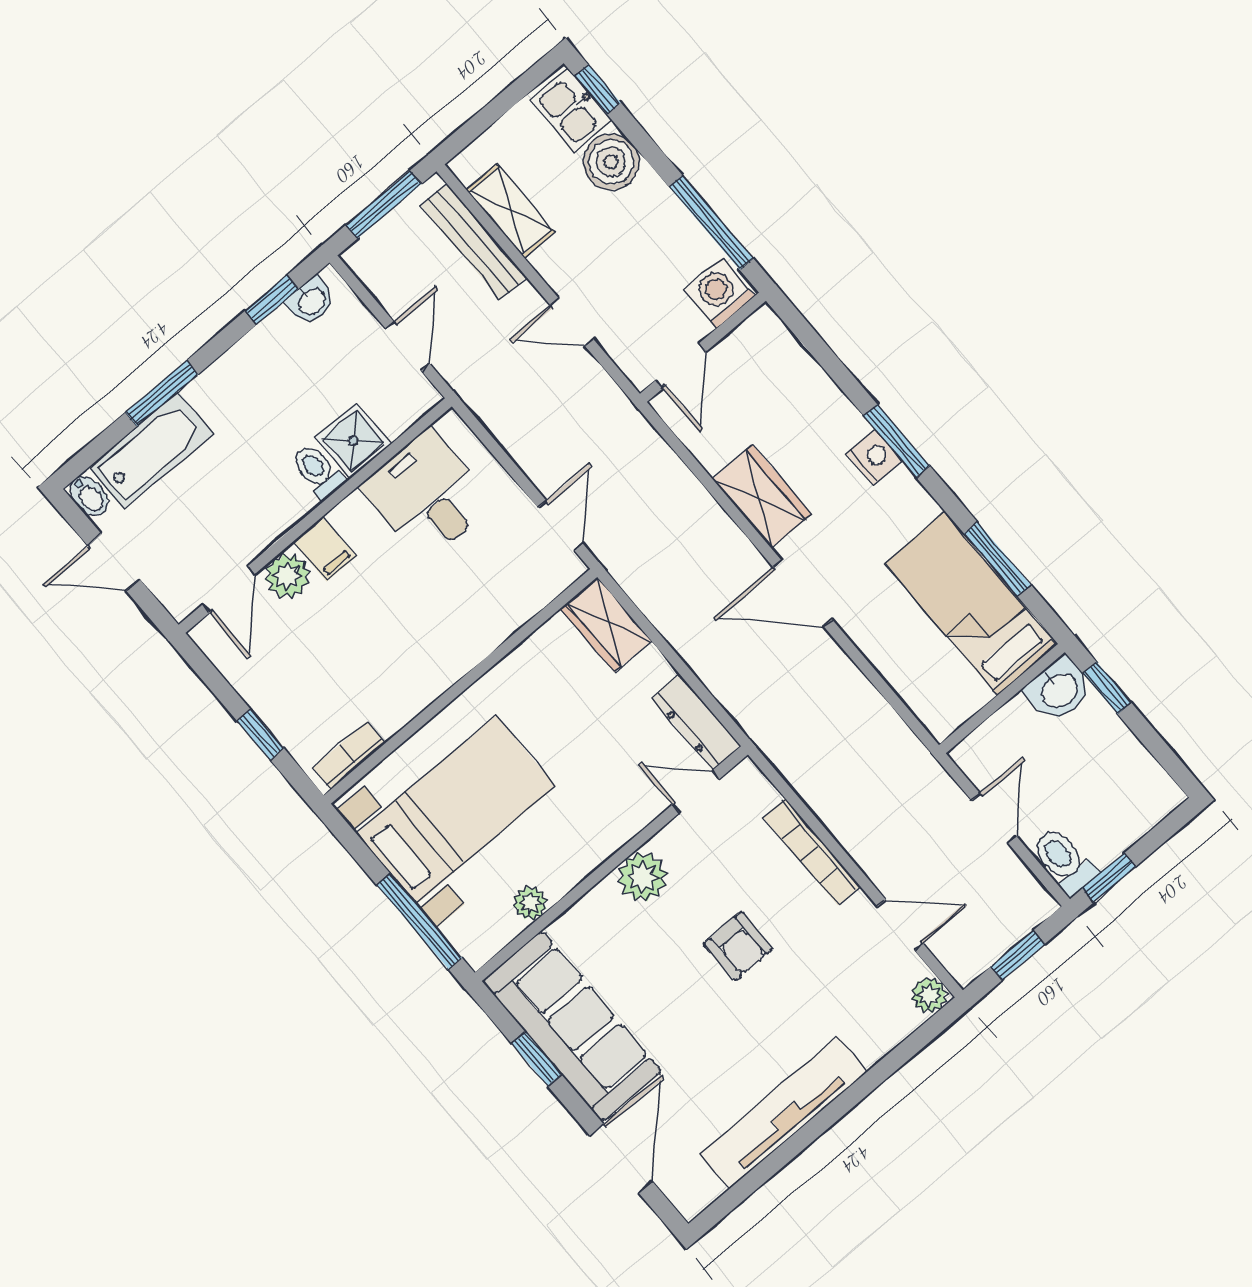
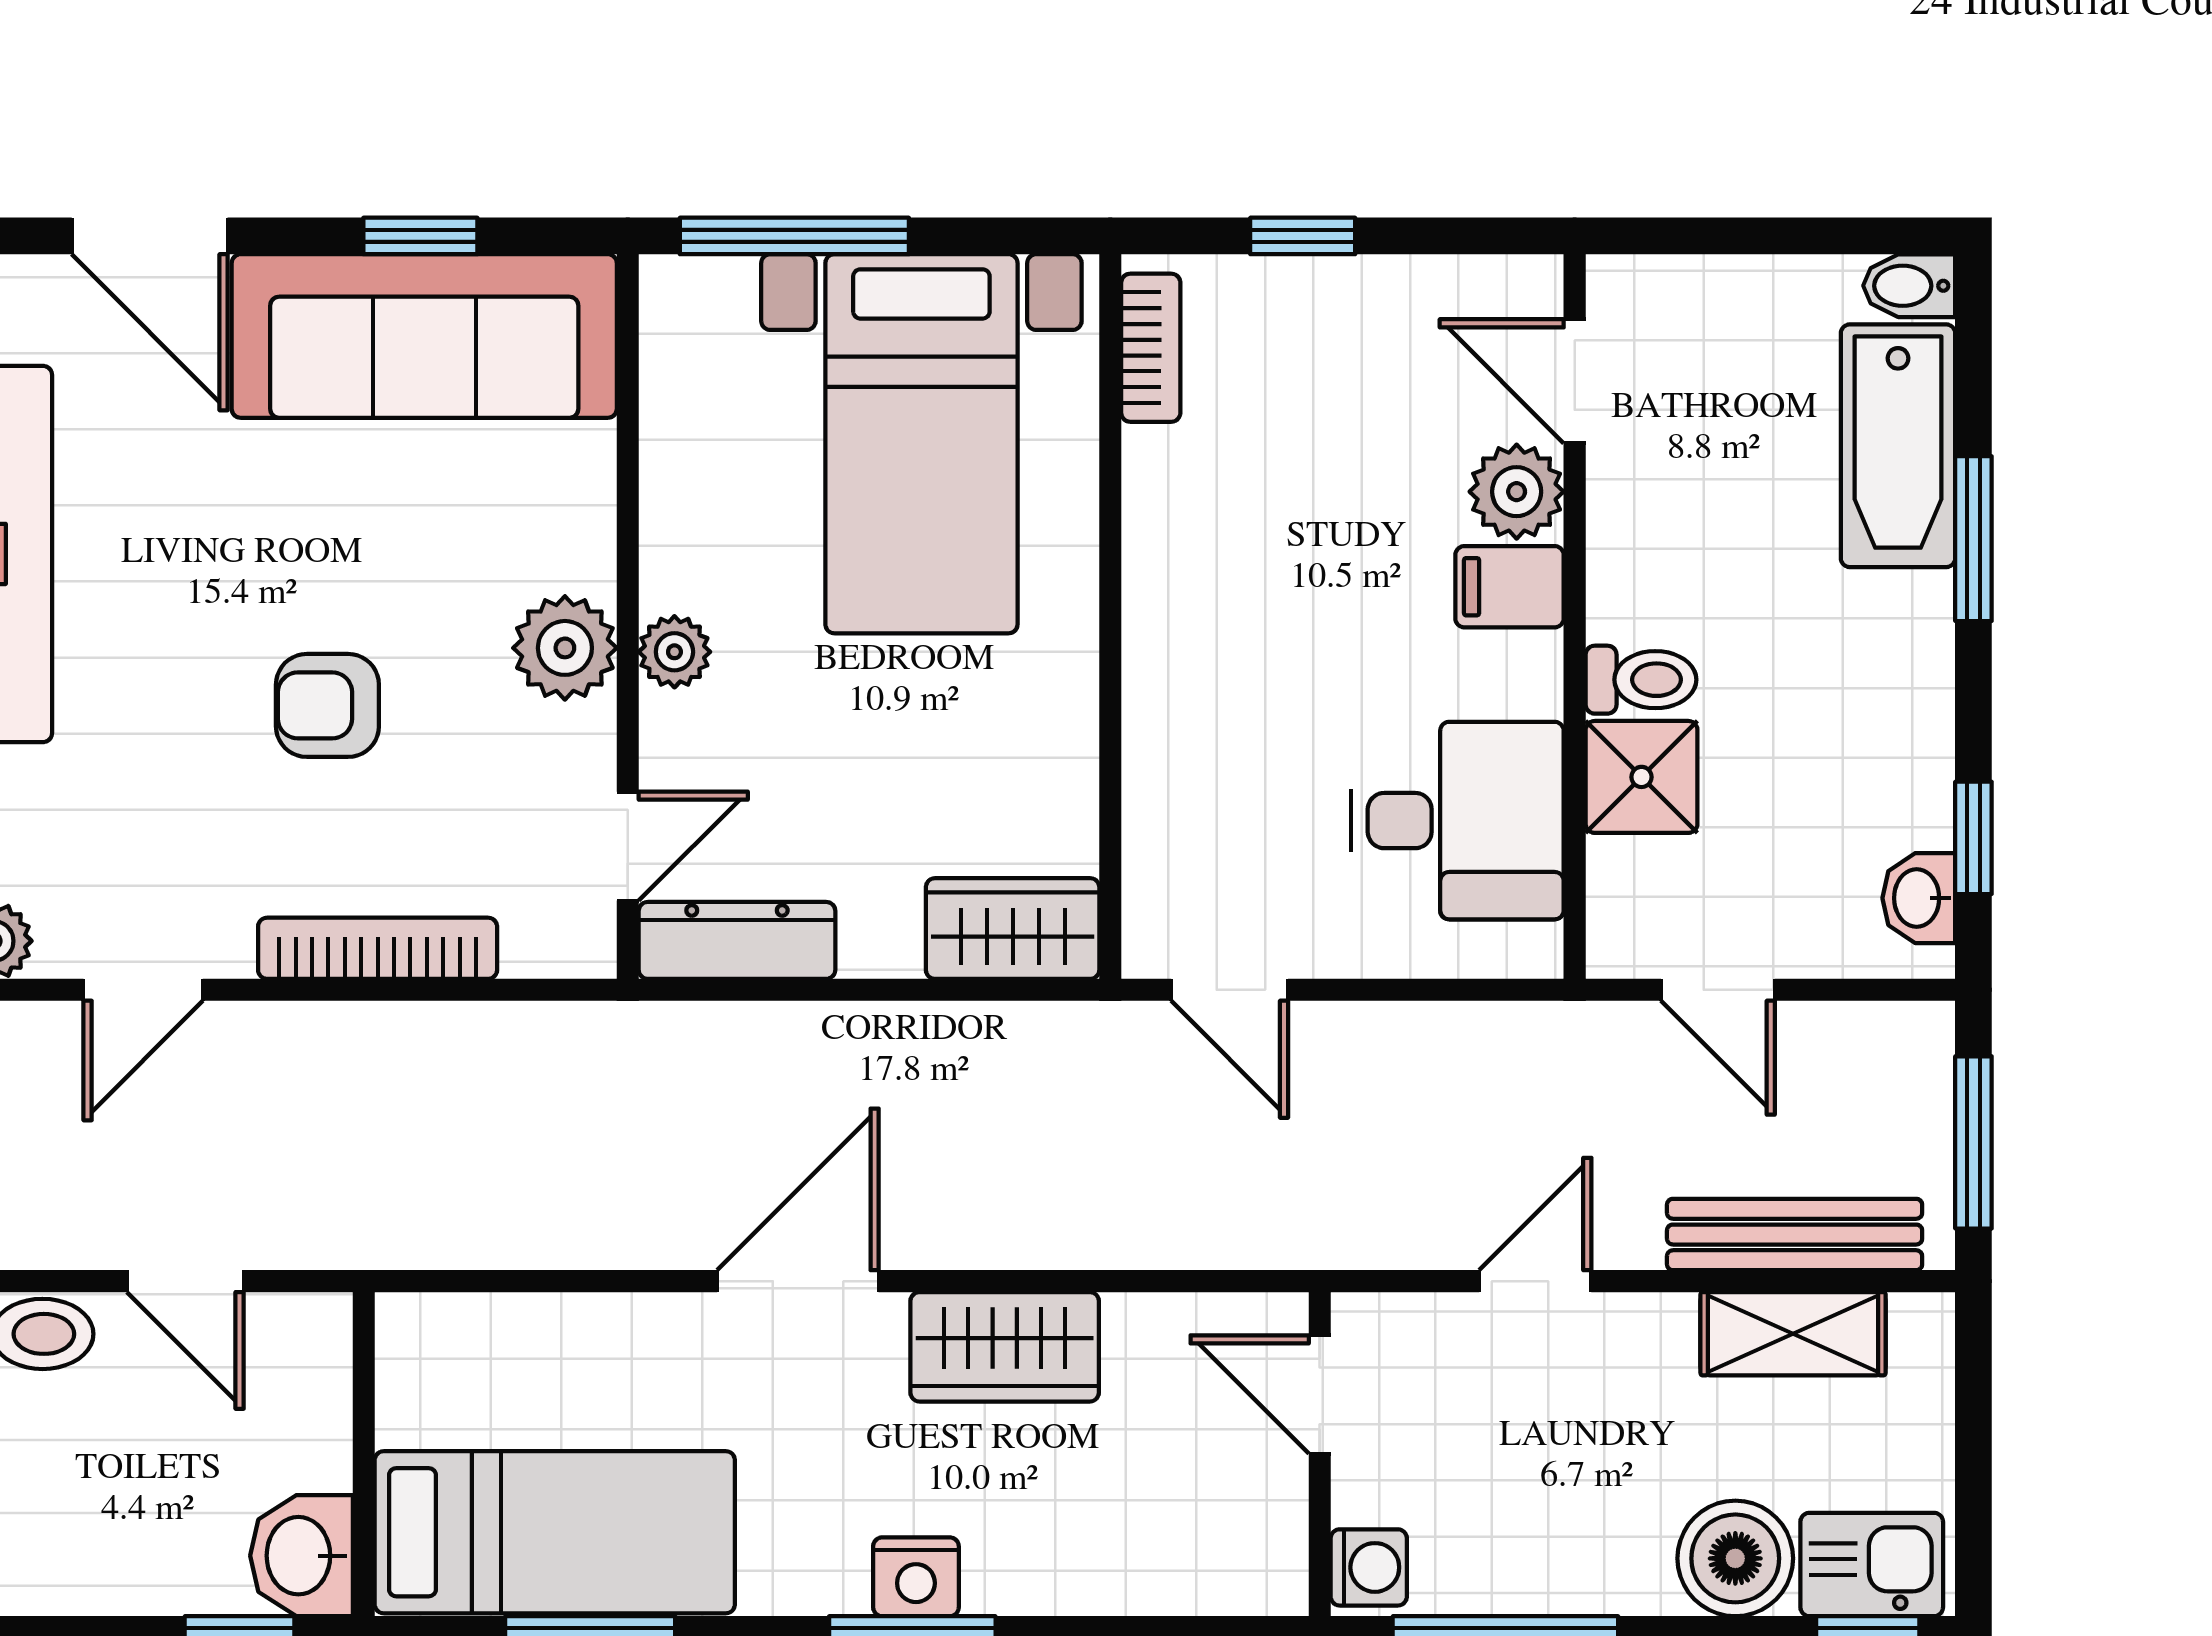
washing machine: (719, 293) -> (1369, 1567), width x0.73, depth x0.73
door: (114, 563) -> (1771, 236), removed
plant: (530, 903) -> (674, 652), moved

